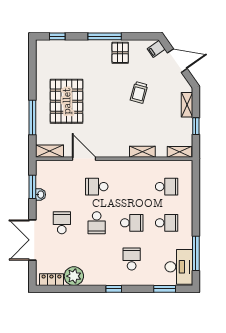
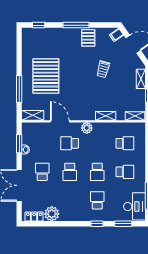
plant: (118, 167) -> (87, 128), added
school desk: (132, 223) -> (97, 172), turned 90
window: (114, 289) -> (97, 224), moved

